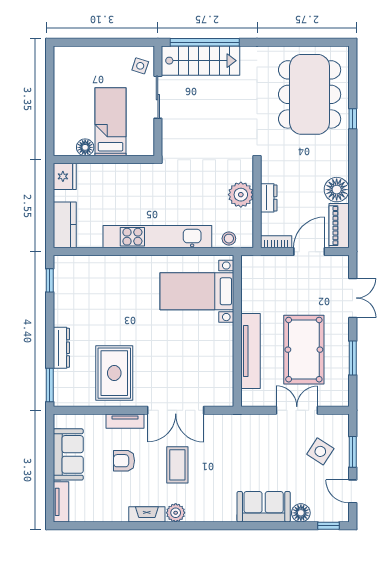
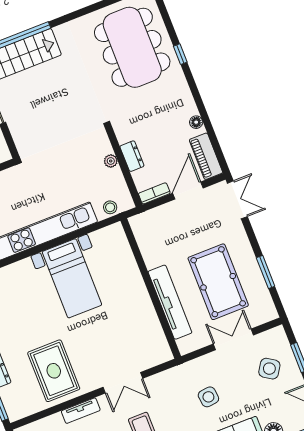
floor lamp: (337, 190) -> (196, 122), width x0.53, depth x0.53
plant: (241, 195) -> (111, 161), width x0.53, depth x0.53
bed with nightstands: (197, 291) -> (72, 278), moved, turned -90
double door: (353, 298) -> (237, 200), moved
double door: (176, 410) -> (123, 383), width x0.73
side table: (252, 456) -> (208, 397), added

